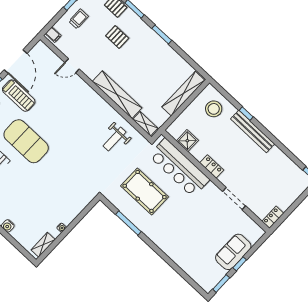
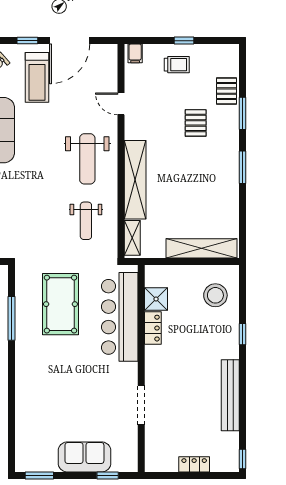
weight bench: (84, 109) -> (87, 159), added
bench: (253, 131) -> (230, 395), moved
weight bench: (114, 139) -> (86, 221), turned -90
locker: (212, 166) -> (153, 328), moved
locker: (273, 217) -> (194, 464), moved
window: (240, 264) -> (108, 475), moved

